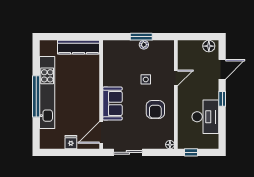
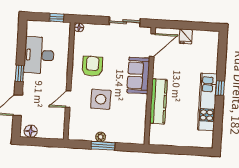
kitchen counter: (79, 47) -> (158, 101), moved, turned 90
side table: (146, 79) -> (101, 99), width x1.87, depth x1.87
kitchen unit: (47, 92) -> (207, 102), width x0.73
window: (36, 96) -> (220, 88), width x0.32

